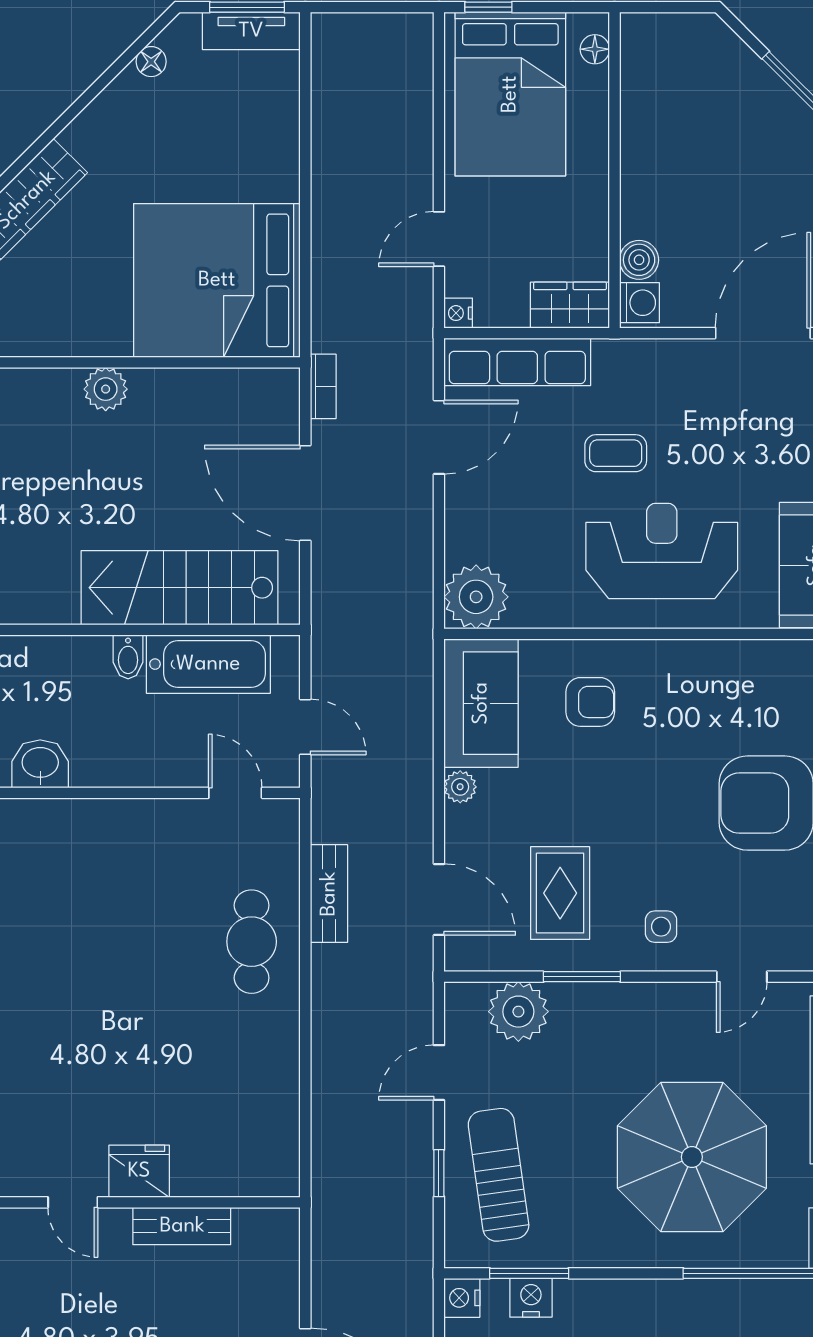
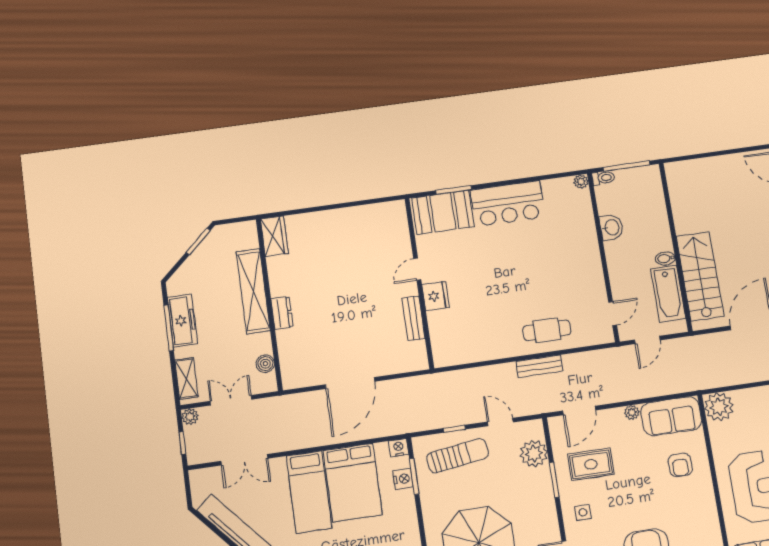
bench: (329, 894) -> (539, 366), moved

